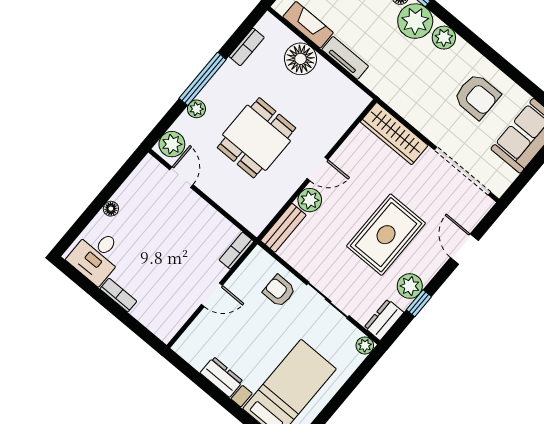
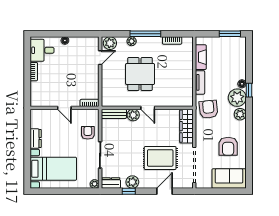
floor lamp: (301, 59) -> (185, 65), removed
armchair: (396, 79) -> (208, 109), added
dining table: (257, 138) -> (140, 74), turned 90
rug: (386, 235) -> (160, 158), moved

